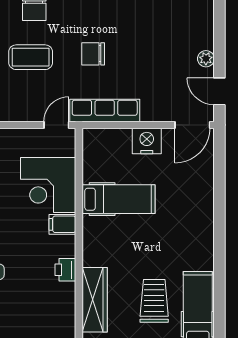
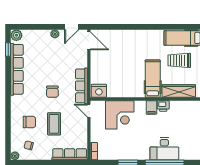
nightstand: (147, 141) -> (99, 91), moved, turned -90
hospital bed: (118, 199) -> (153, 79), moved
filing cabinet: (62, 224) -> (151, 108), moved

